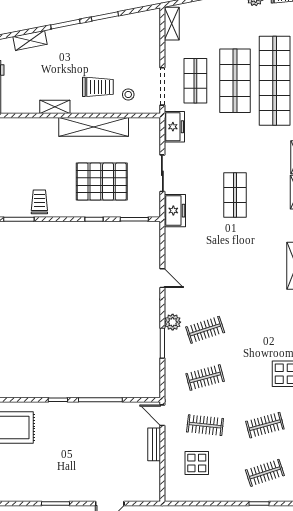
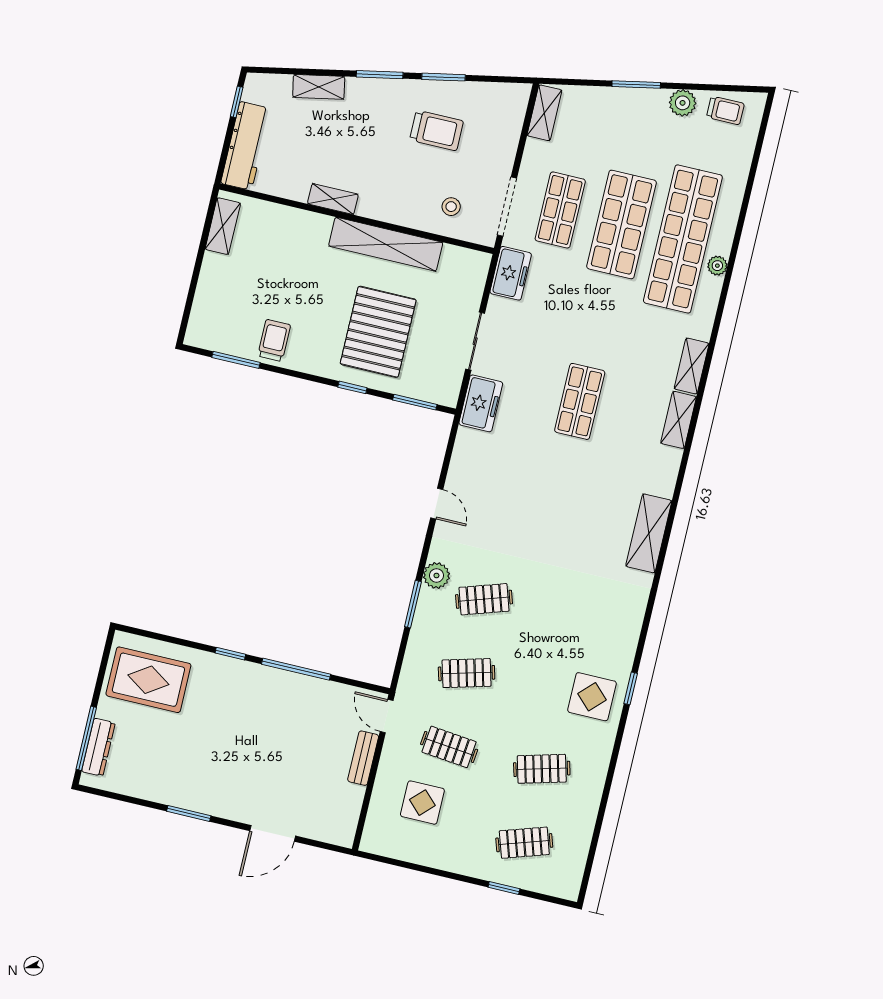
trolley: (98, 87) -> (436, 130), moved
pallet: (102, 182) -> (378, 332), turned 90

